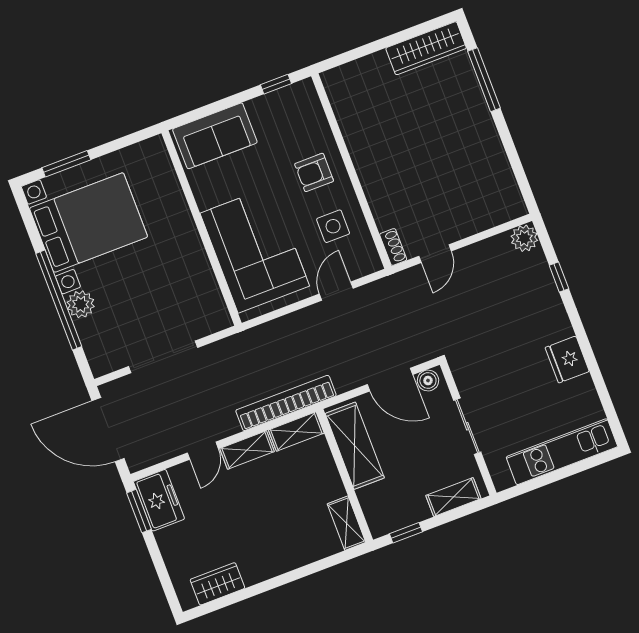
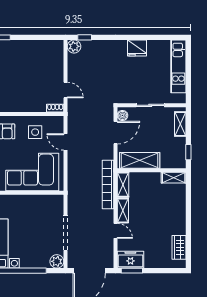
window: (559, 277) -> (85, 37), moved
plant: (81, 304) -> (57, 261), moved

